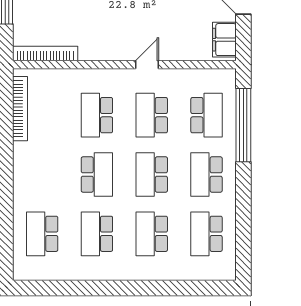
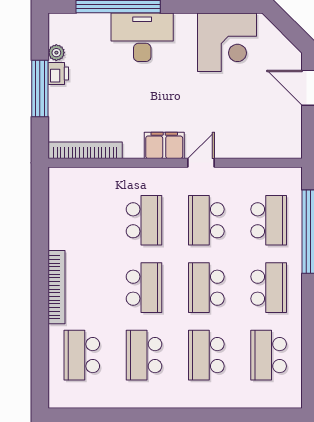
filing cabinet: (224, 40) -> (164, 145), moved, turned 90
bookcase: (20, 109) -> (57, 287), moved
school desk: (97, 115) -> (144, 220), turned 180
school desk: (207, 174) -> (269, 288), turned 180

